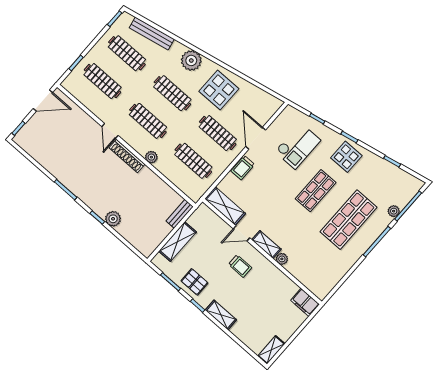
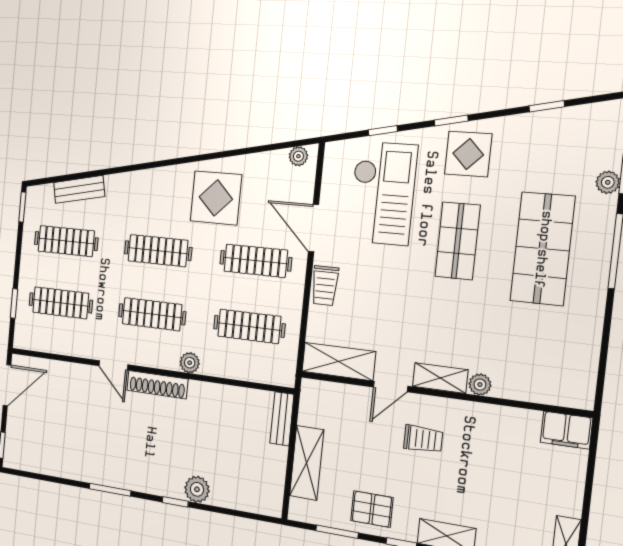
bench: (152, 33) -> (79, 189), width x0.73
plant: (191, 60) -> (298, 156), moved, width x0.53, depth x0.53
checkout: (298, 146) -> (382, 193), width x1.36, depth x1.21

